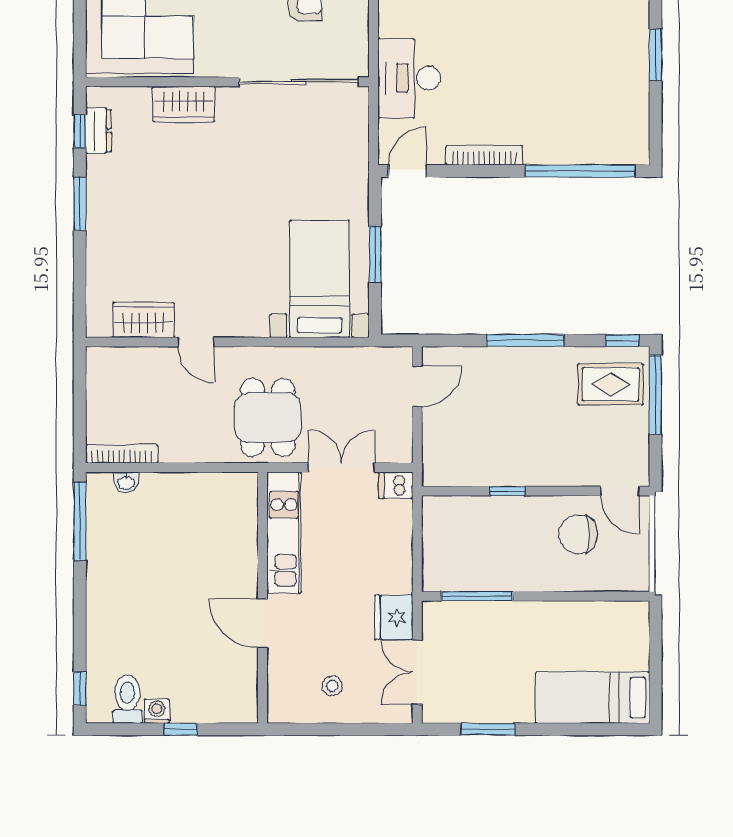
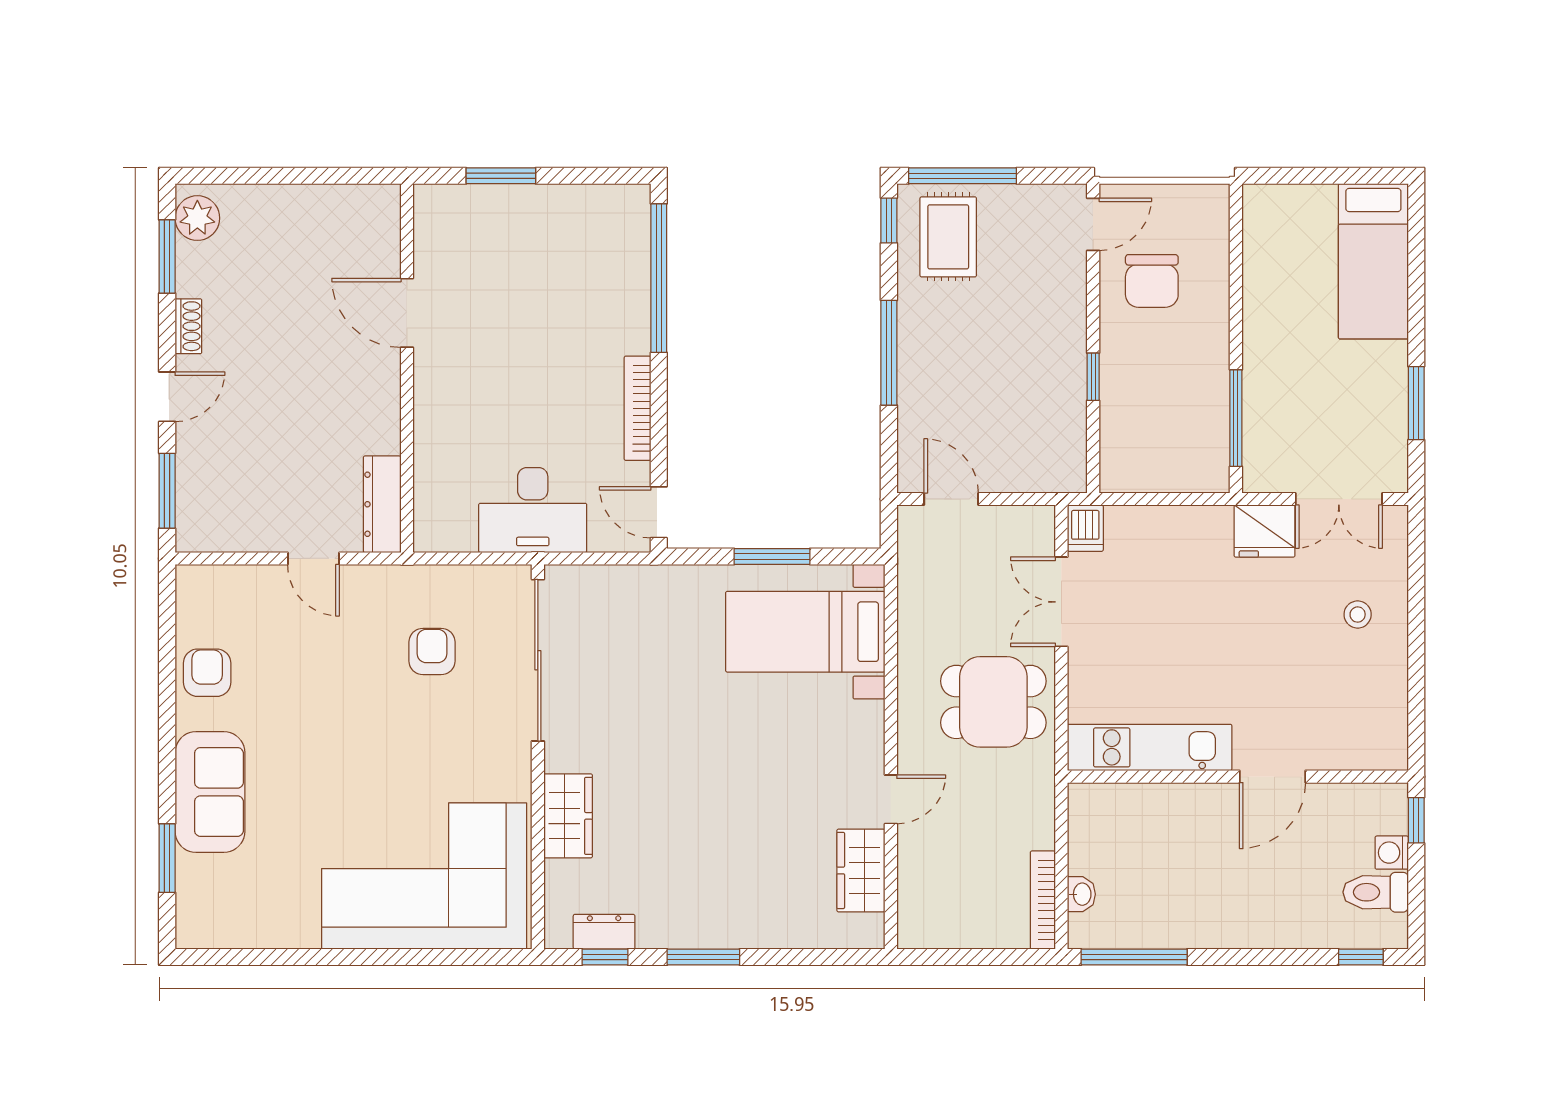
kitchen unit: (284, 533) -> (1150, 747), moved
wall: (262, 598) -> (1238, 777), moved
door: (262, 623) -> (1272, 777), moved

